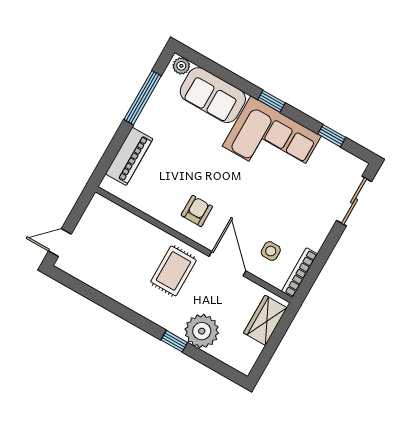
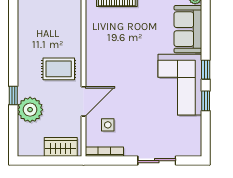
window: (332, 136) -> (206, 101), moved
sliding door: (354, 201) -> (157, 161), moved
armchair: (197, 211) -> (107, 62), removed

